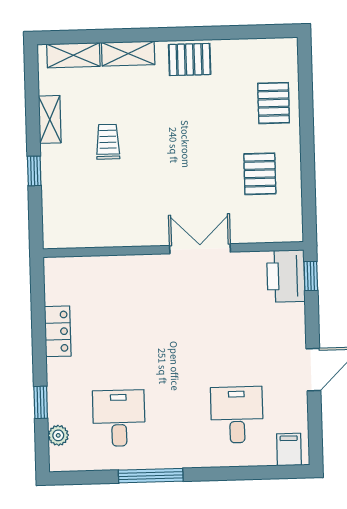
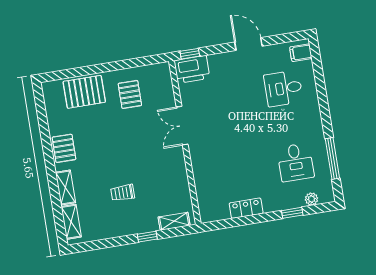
pallet: (274, 103) -> (84, 92), width x1.50, depth x1.42
shelving: (50, 119) -> (174, 221), moved
pallet: (260, 174) -> (130, 94), turned 90
desk: (119, 418) -> (295, 162), turned -90
window: (151, 476) -> (332, 158), moved

